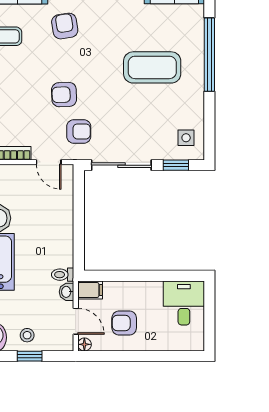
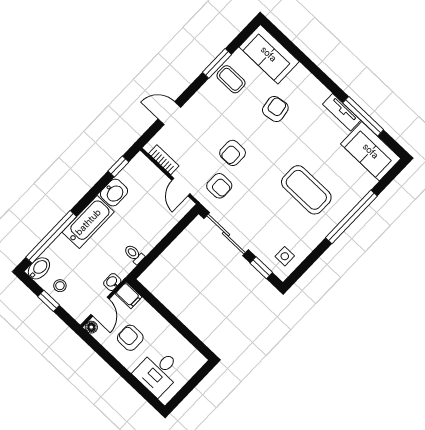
armchair: (64, 95) -> (233, 153), turned -88
toilet: (63, 275) -> (134, 254), moved
desk: (184, 303) -> (158, 372), moved, turned 180

